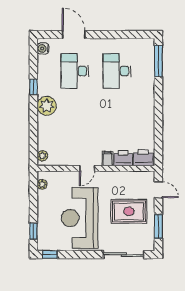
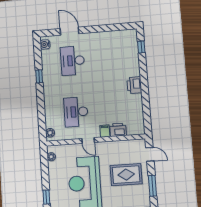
window: (158, 61) -> (141, 47), width x0.46
desk: (117, 71) -> (76, 112), moved
plant: (47, 106) -> (51, 91), removed
printer: (143, 158) -> (134, 85), moved, turned -90
door: (87, 168) -> (88, 141), hinge flipped

